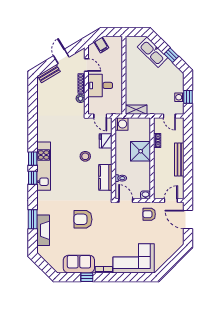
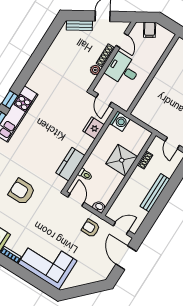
shelving: (136, 110) -> (143, 116), removed
stool: (85, 156) -> (64, 130), removed

